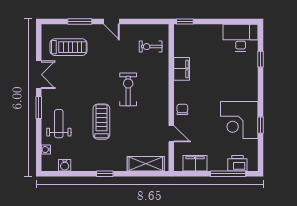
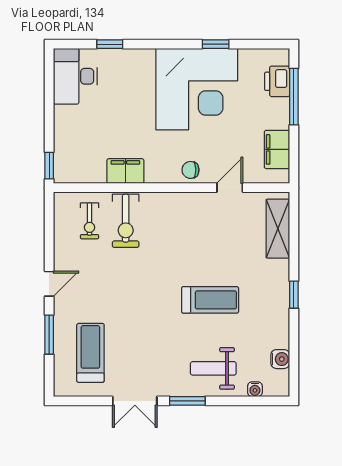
double door: (39, 75) -> (135, 401), swing flipped
exercise bike: (128, 89) -> (126, 221), moved, turned -90
corner desk: (239, 120) -> (197, 89), width x1.36, depth x1.36
treadmill: (101, 122) -> (210, 300), turned 180

